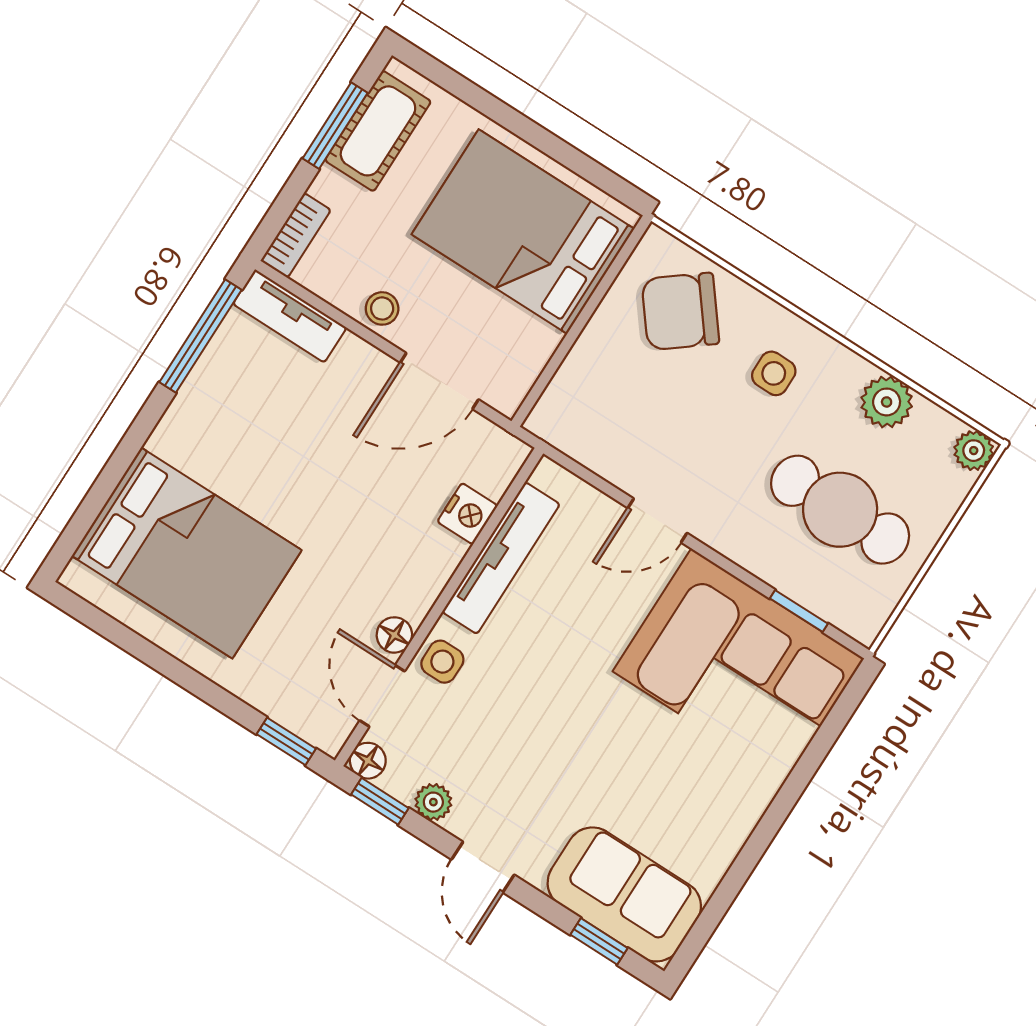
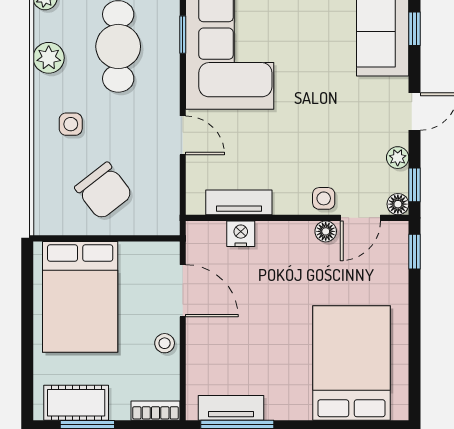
chair: (680, 311) -> (104, 191), moved
tv unit: (290, 316) -> (231, 408), moved, turned -90
tv unit: (501, 558) -> (239, 202), width x0.71

